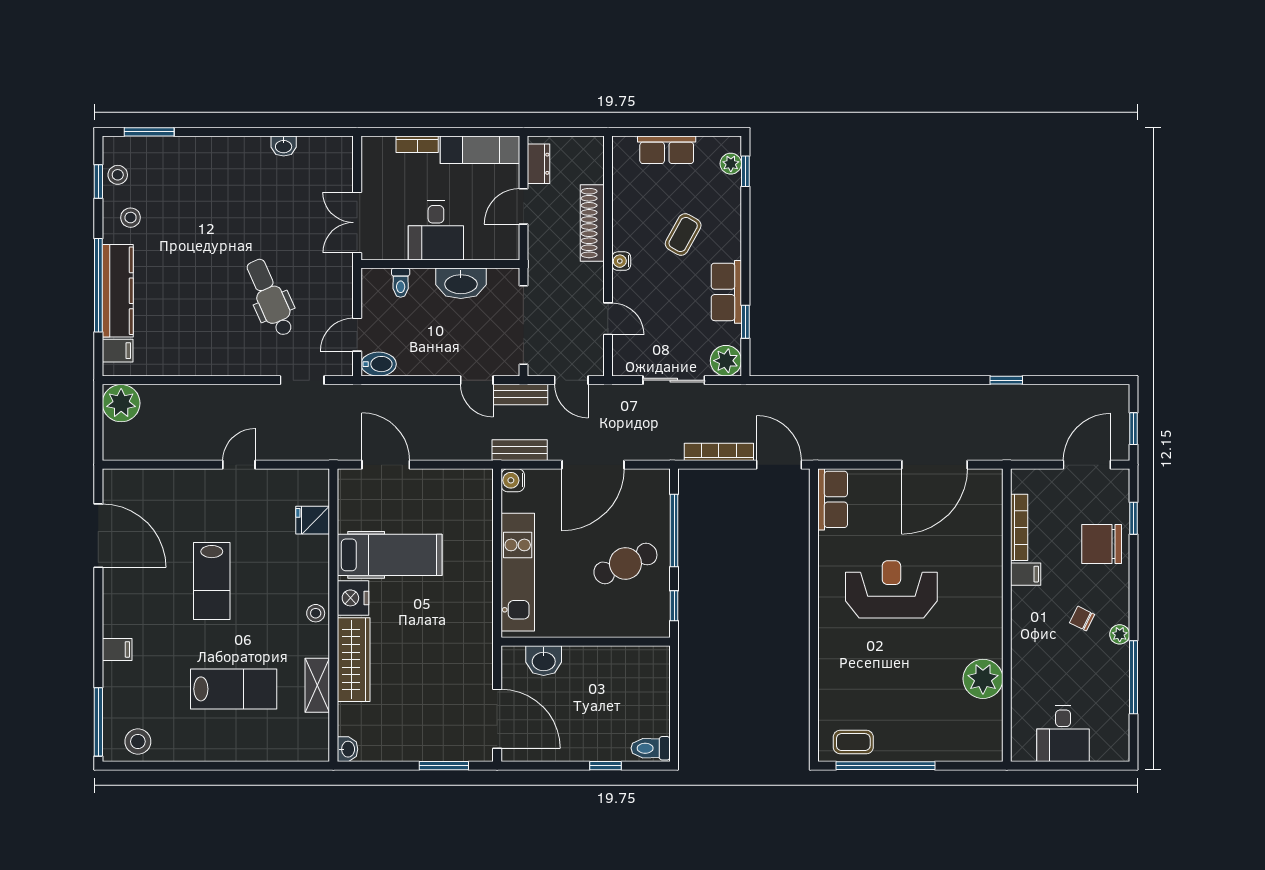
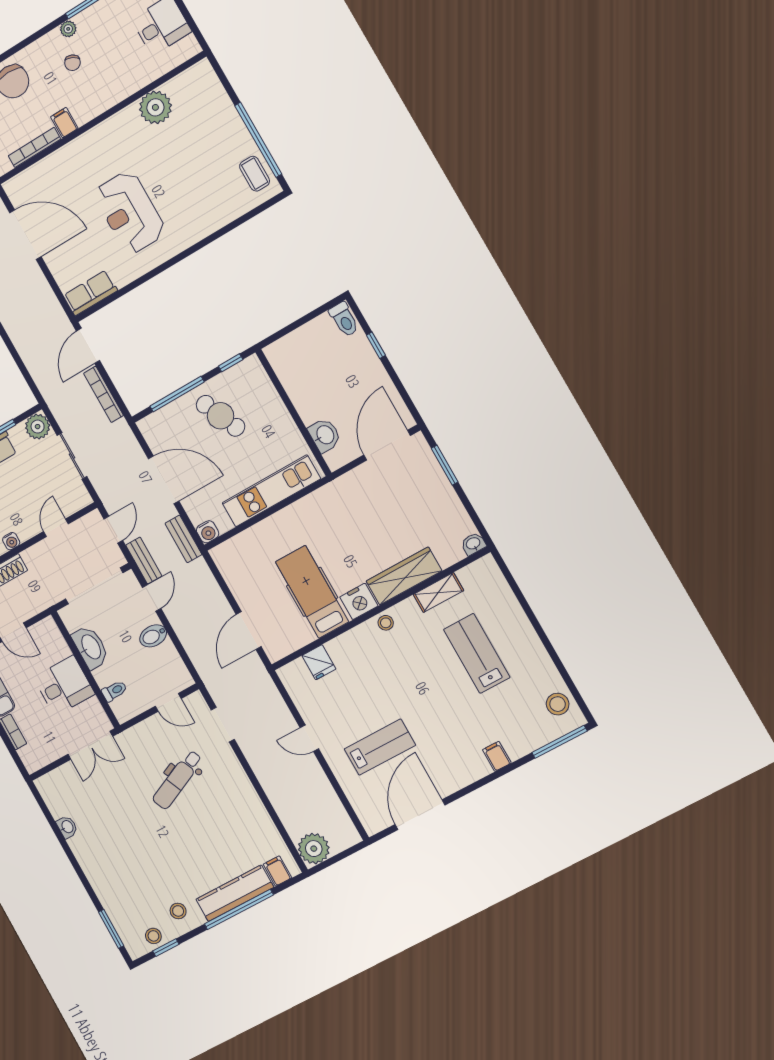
bidet: (379, 364) -> (153, 636), moved, turned -90
lab bench: (212, 581) -> (380, 747), moved

